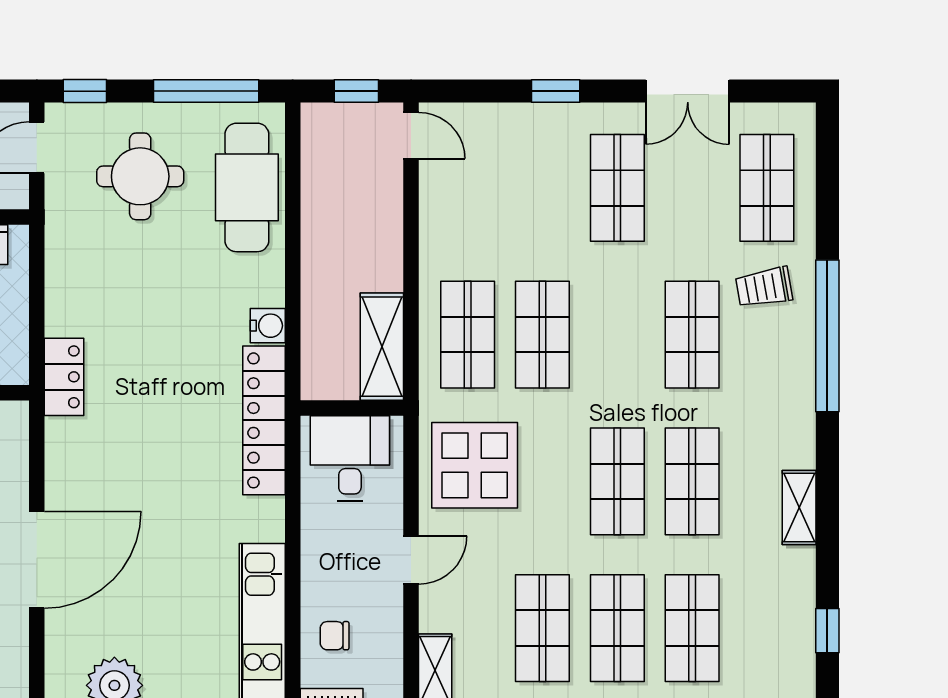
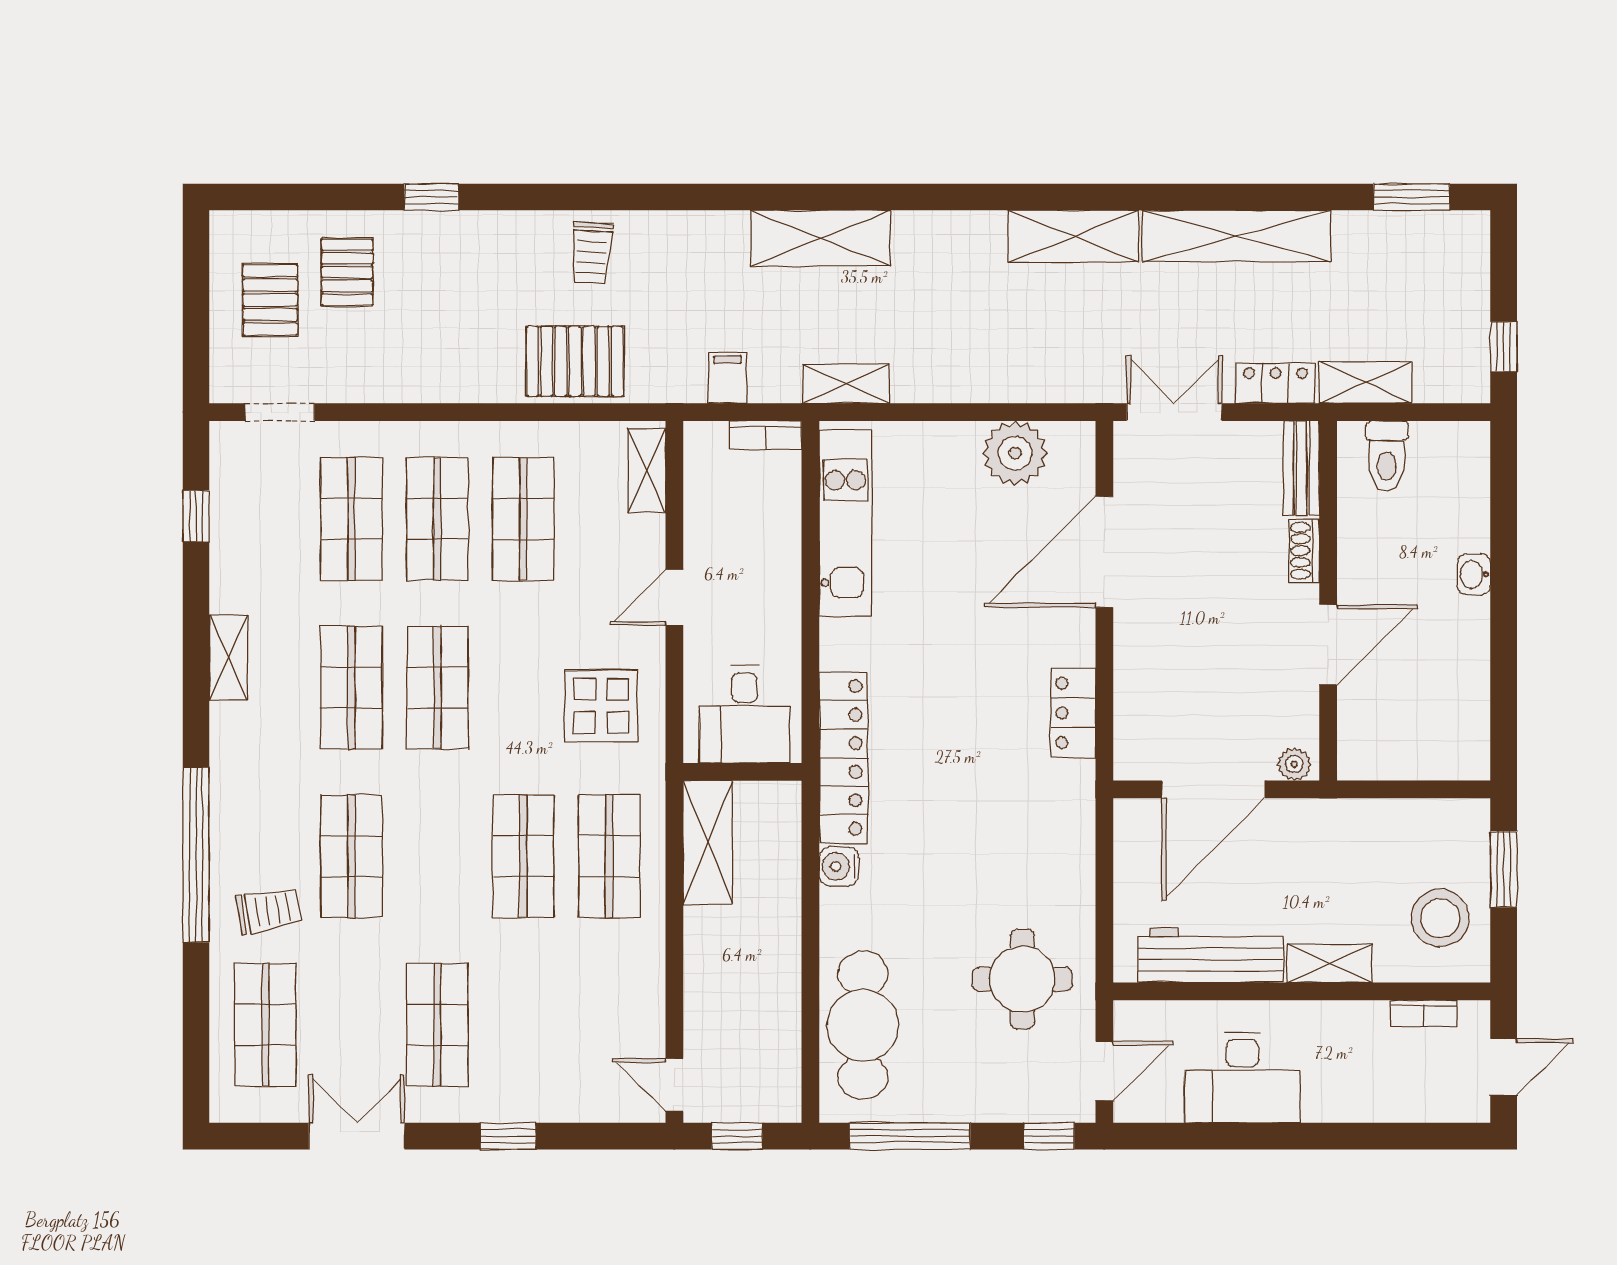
round table: (140, 176) -> (1022, 979), moved
locker: (64, 377) -> (1073, 713), moved
display table: (475, 465) -> (601, 706), width x0.73, depth x0.73
door: (37, 560) -> (1104, 552), moved
chair: (335, 636) -> (762, 510), removed

